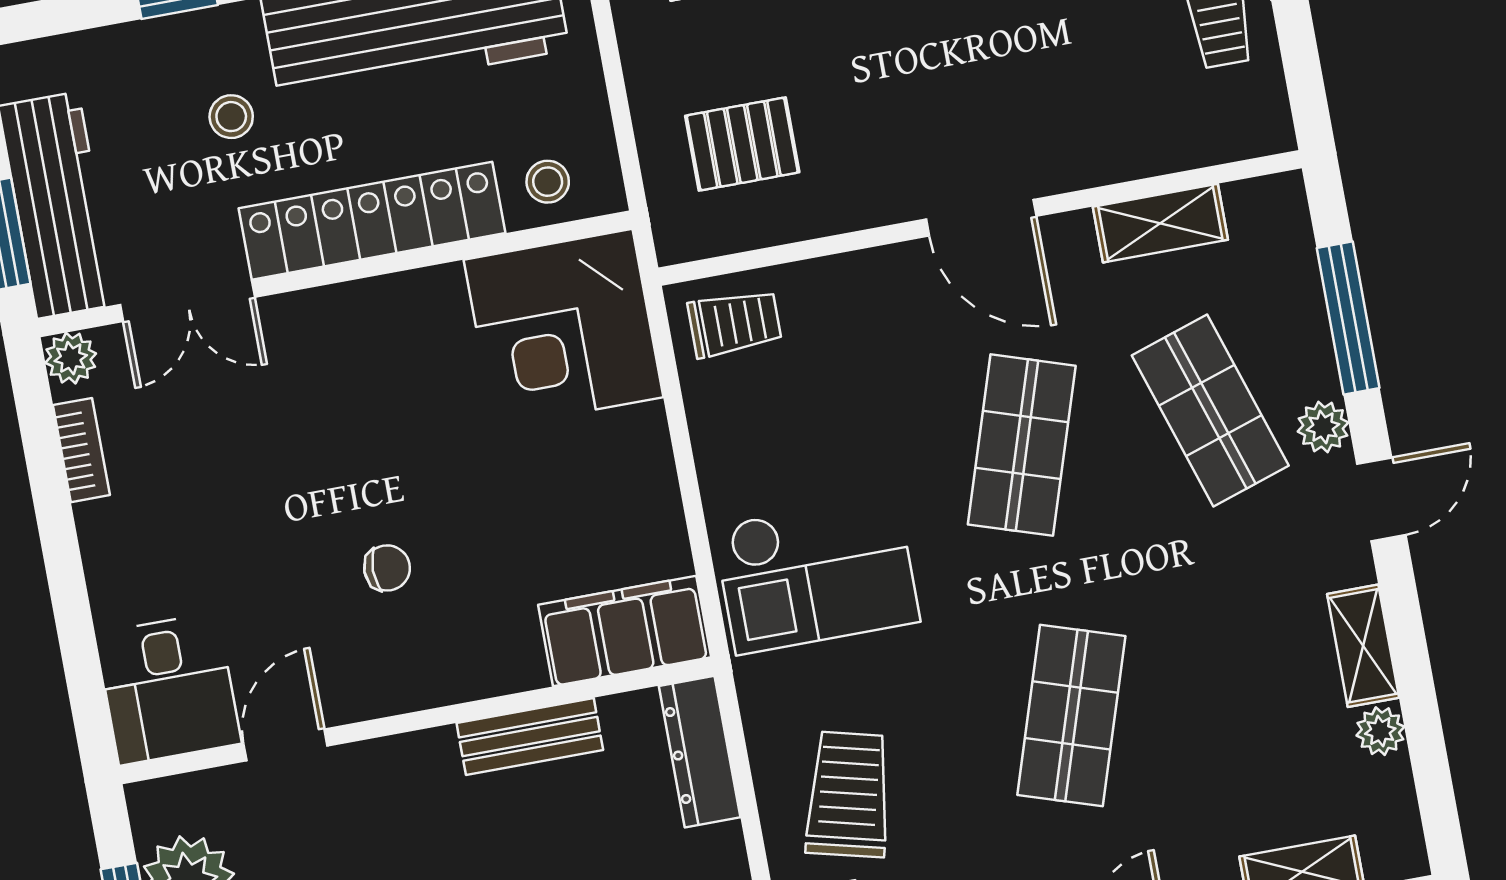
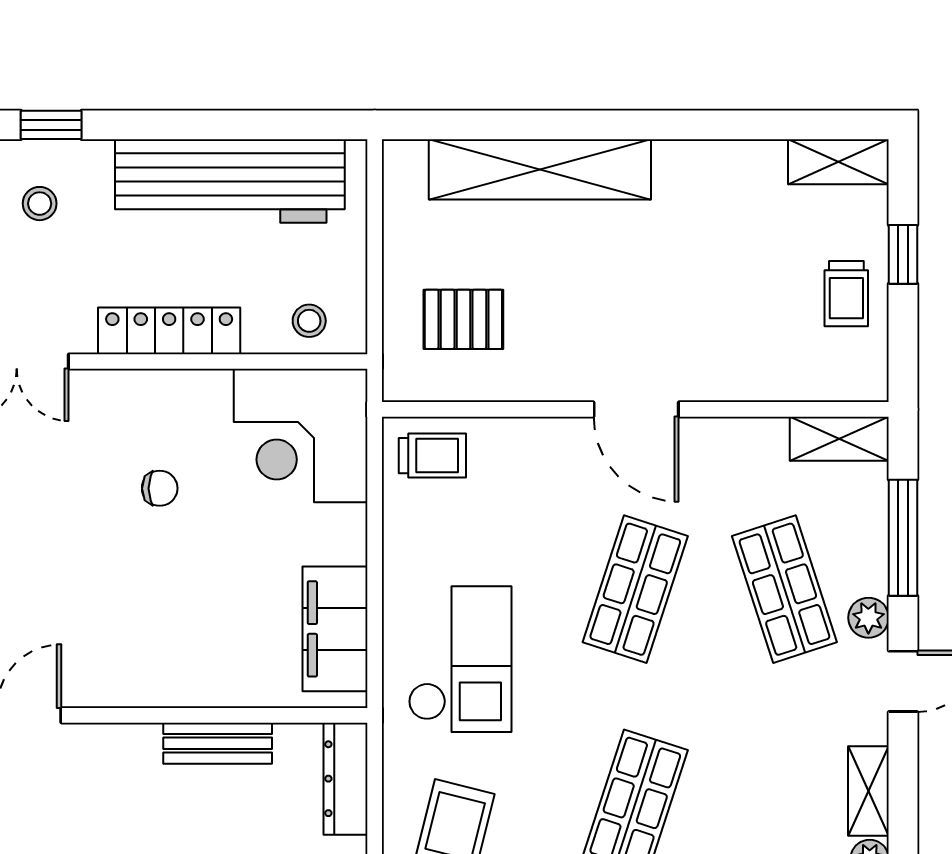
stool: (231, 117) -> (40, 204), moved
locker: (372, 221) -> (169, 331), width x0.71, depth x0.83
shelving: (1160, 223) -> (839, 439), moved
chair: (387, 568) -> (160, 488), moved
checkout: (817, 574) -> (460, 659), turned -90
filing cabinet: (625, 631) -> (335, 629), moved, turned -90

